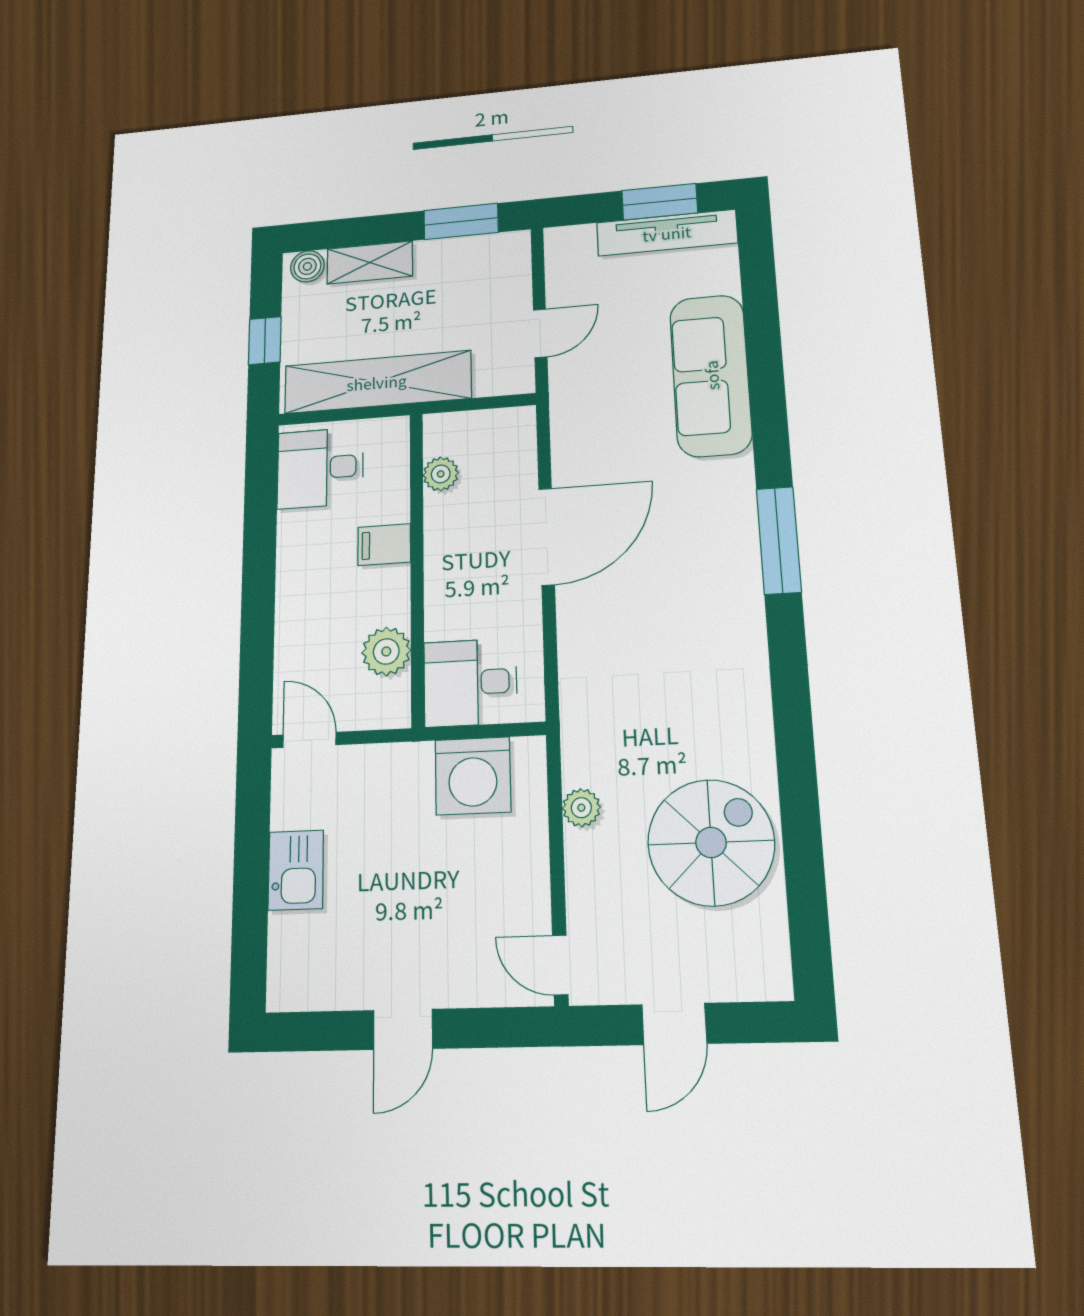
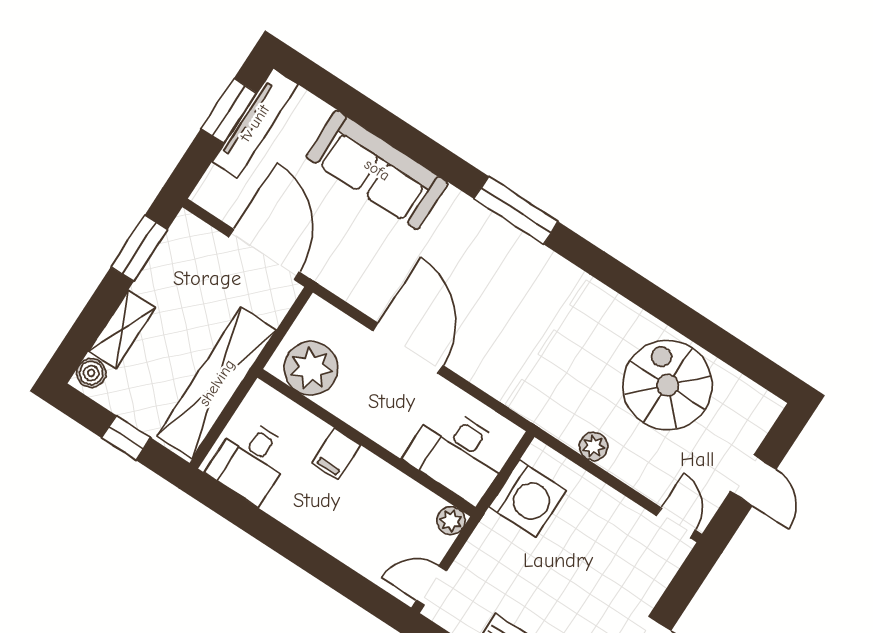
door: (540, 333) -> (264, 254), width x1.88
plant: (441, 474) -> (311, 368), width x1.88, depth x1.88
plant: (386, 651) -> (451, 521), moved, width x0.73, depth x0.73
desk: (470, 683) -> (458, 454), width x1.37
door: (560, 965) -> (676, 523), swing flipped

